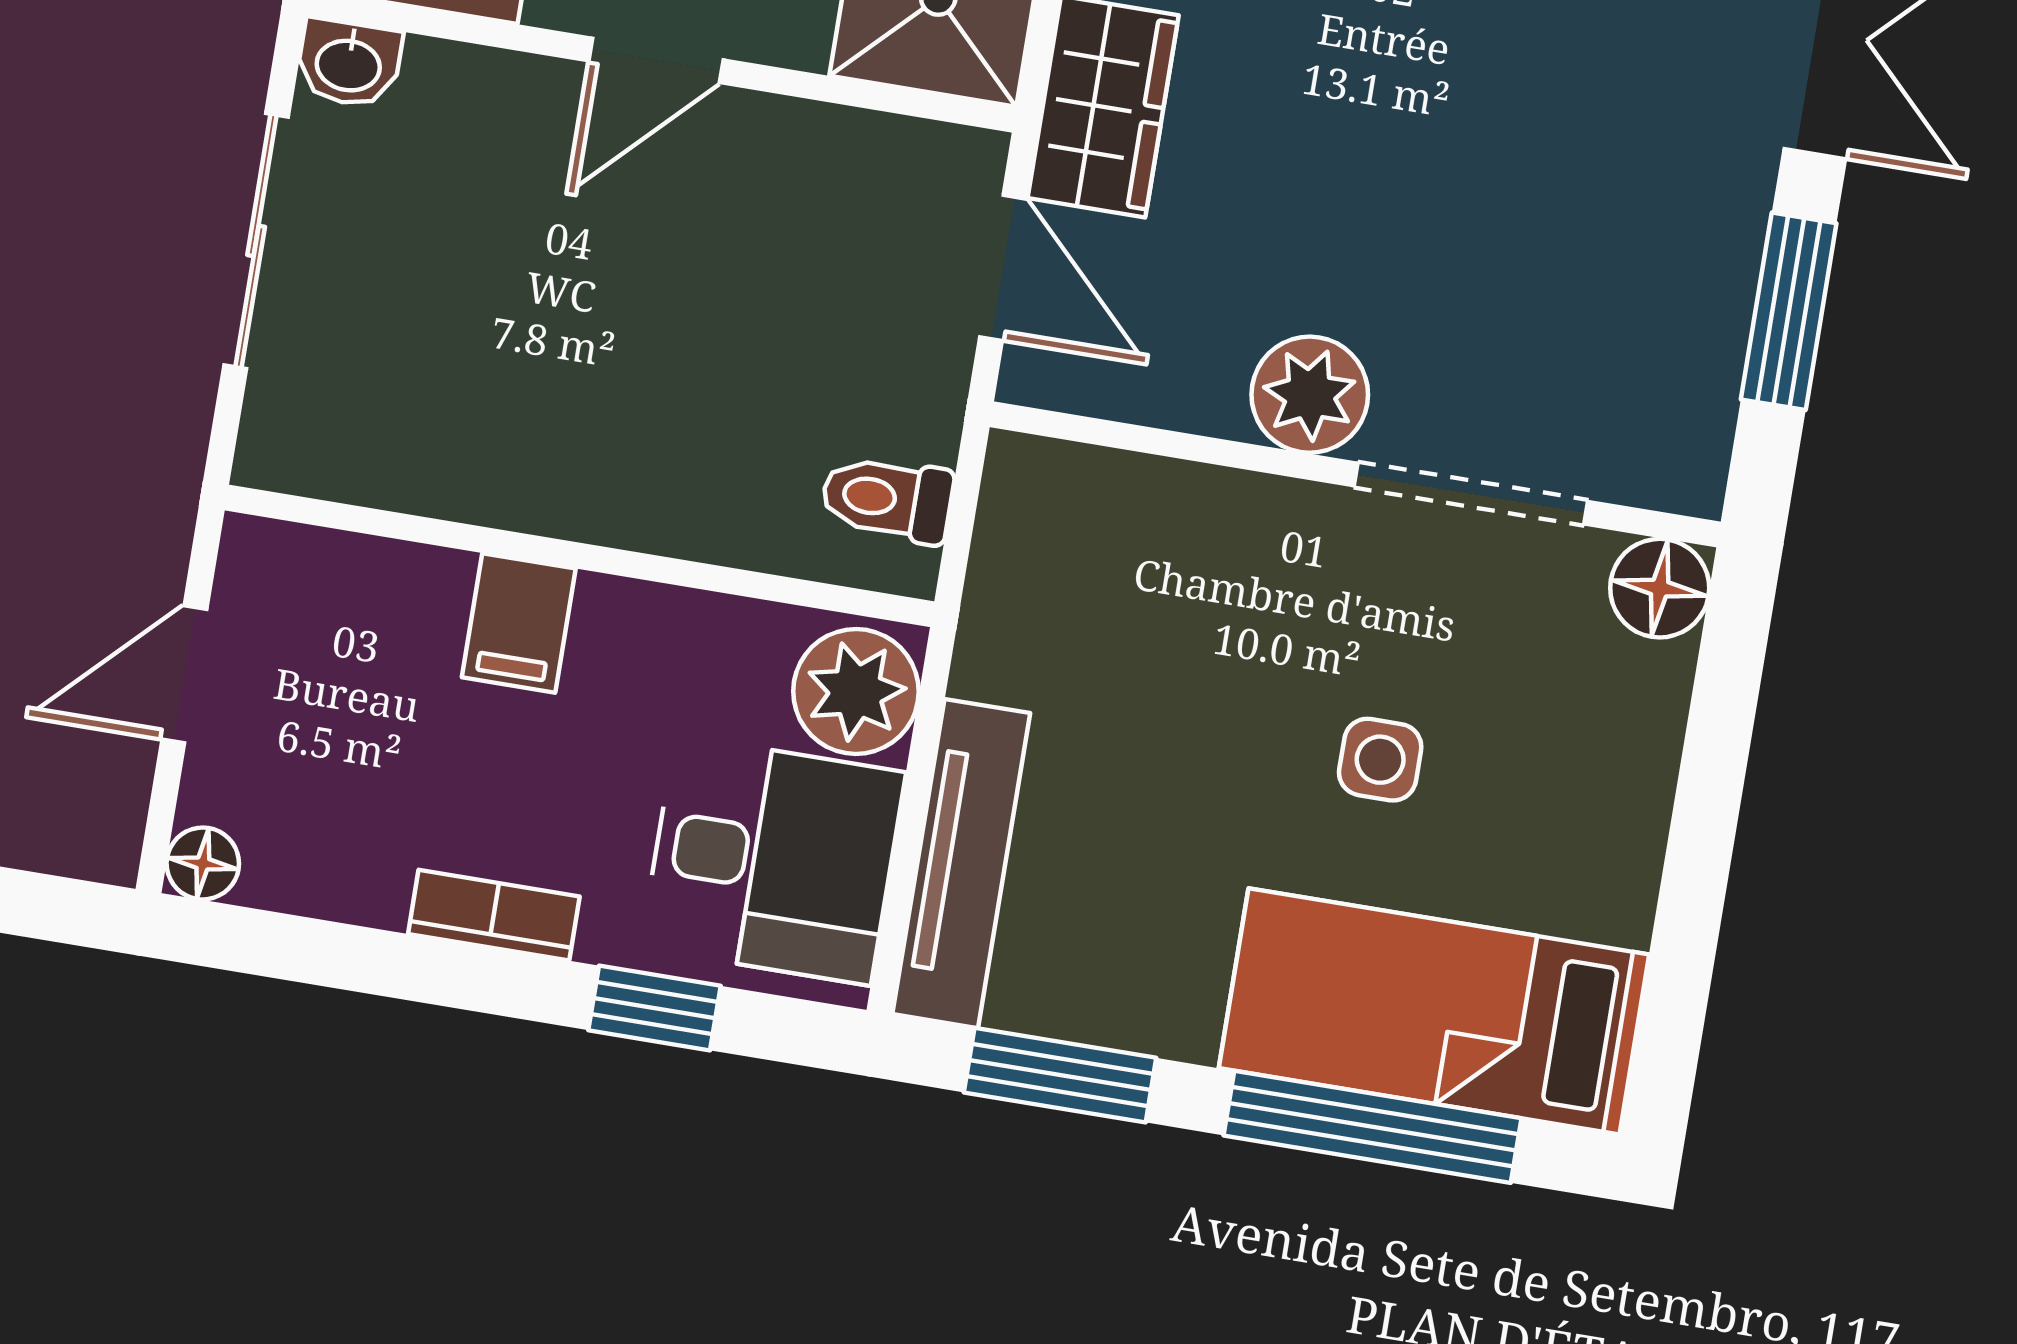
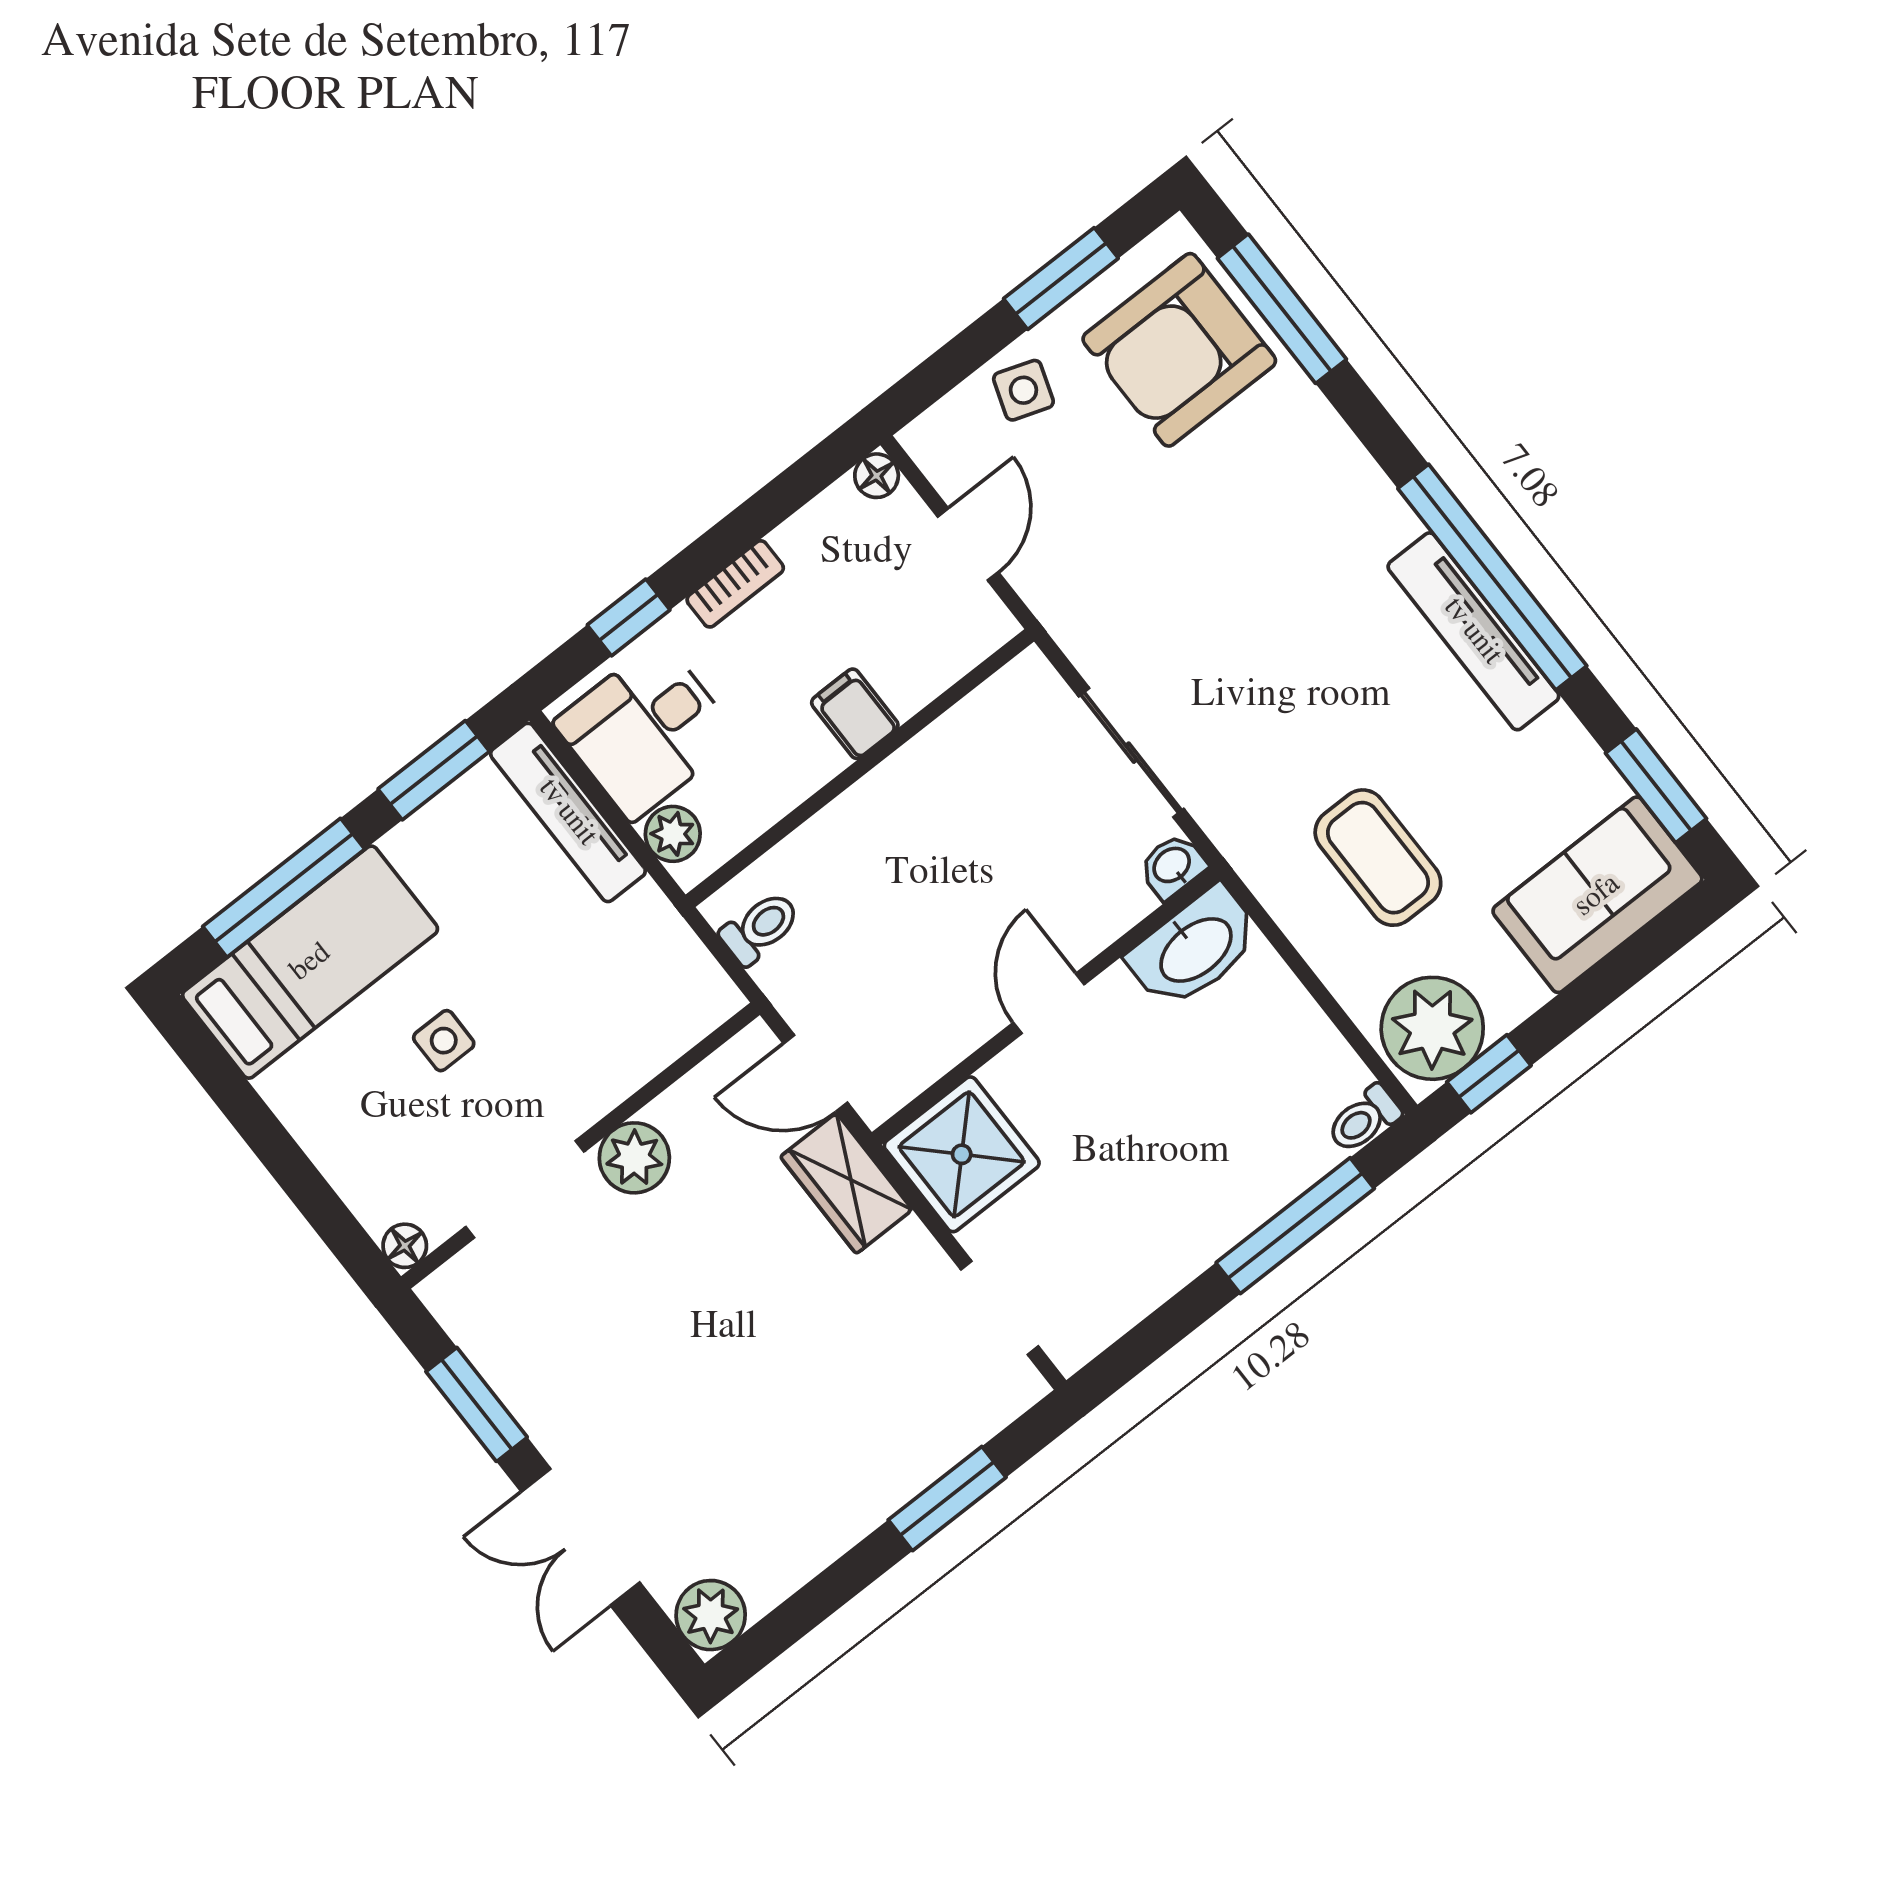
floor lamp: (1660, 588) -> (405, 1246), width x0.73, depth x0.73
plant: (856, 691) -> (673, 834), width x0.73, depth x0.73

